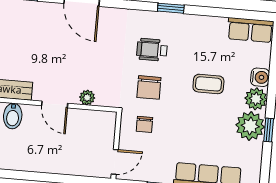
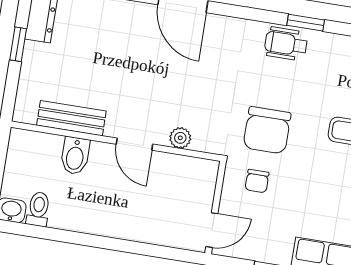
wheelchair: (152, 50) -> (286, 44), moved
chair: (149, 87) -> (267, 130), width x1.37, depth x1.37

